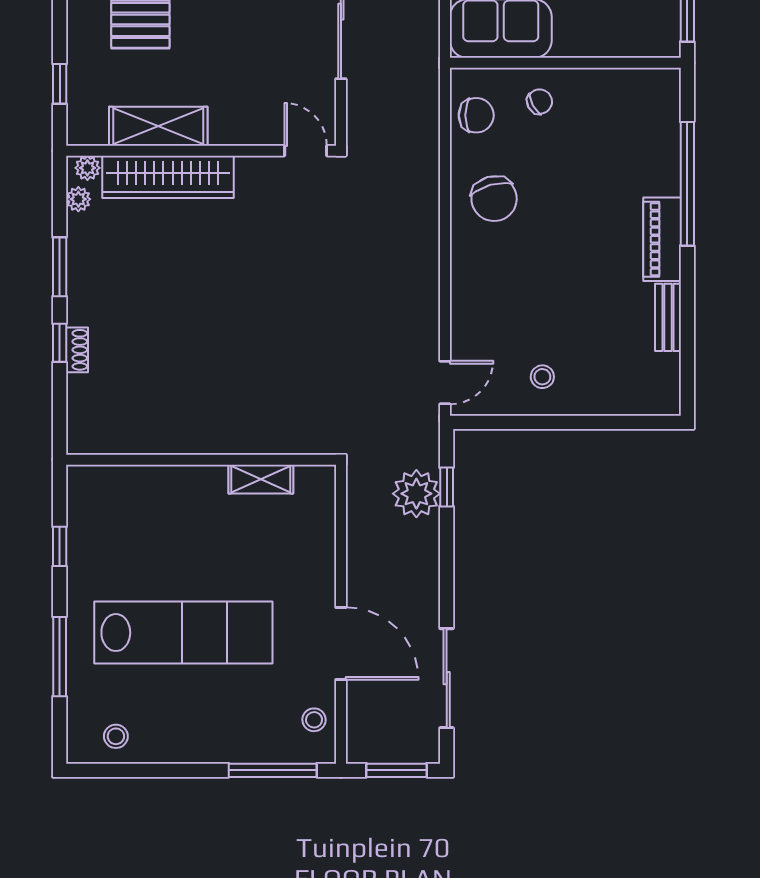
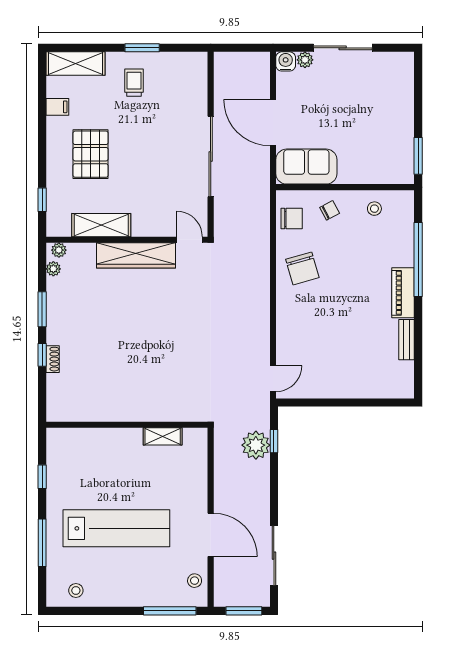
wardrobe: (168, 177) -> (136, 255), moved
stool: (542, 377) -> (374, 209), moved

